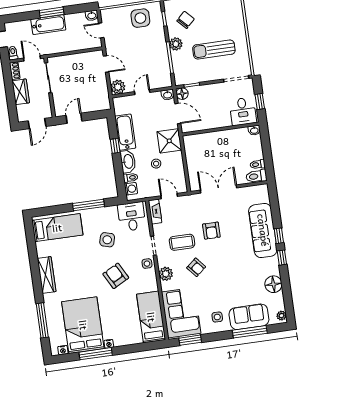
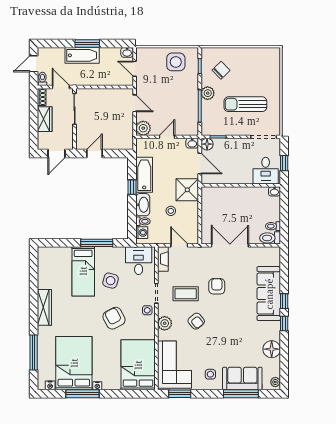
bed: (57, 228) -> (83, 271), moved, turned 90
armchair: (211, 231) -> (217, 286), turned 180
bed: (151, 317) -> (138, 365), width x1.50

